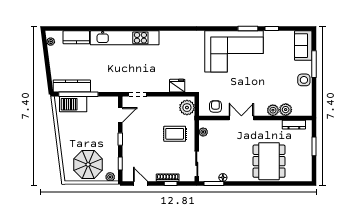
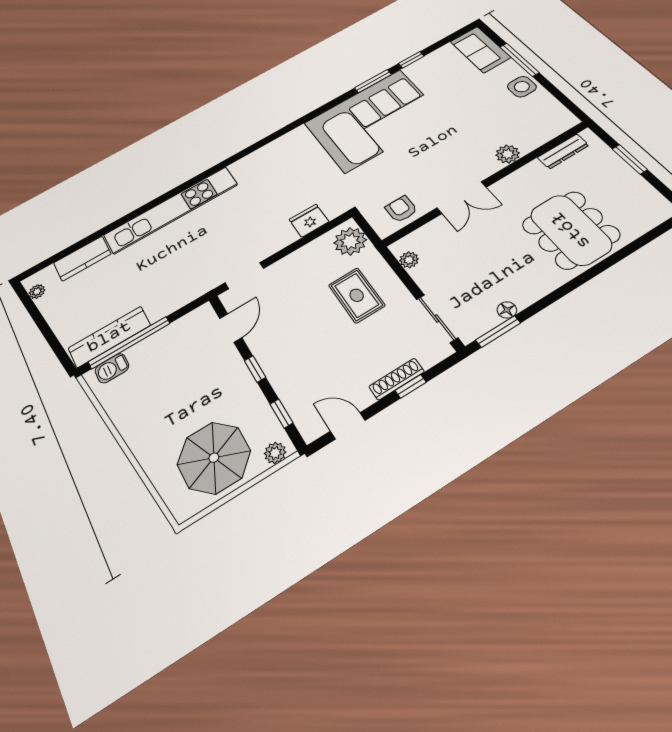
barbecue: (73, 104) -> (112, 368), width x0.53, depth x0.65
plant: (286, 110) -> (529, 140), removed
double door: (241, 118) -> (462, 198), swing flipped
rug: (175, 134) -> (357, 295), turned 90

